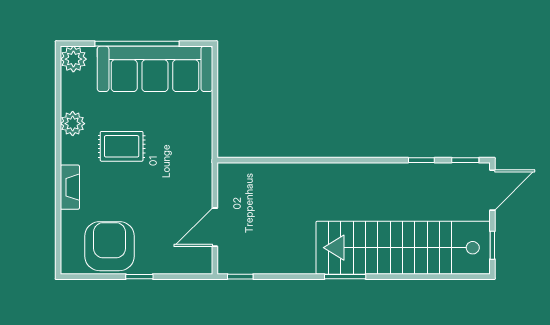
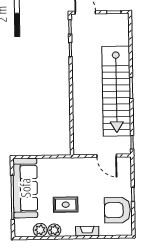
plant: (73, 59) -> (40, 230), moved
rug: (122, 146) -> (66, 205), turned 90
stairs: (403, 248) -> (116, 91), moved

